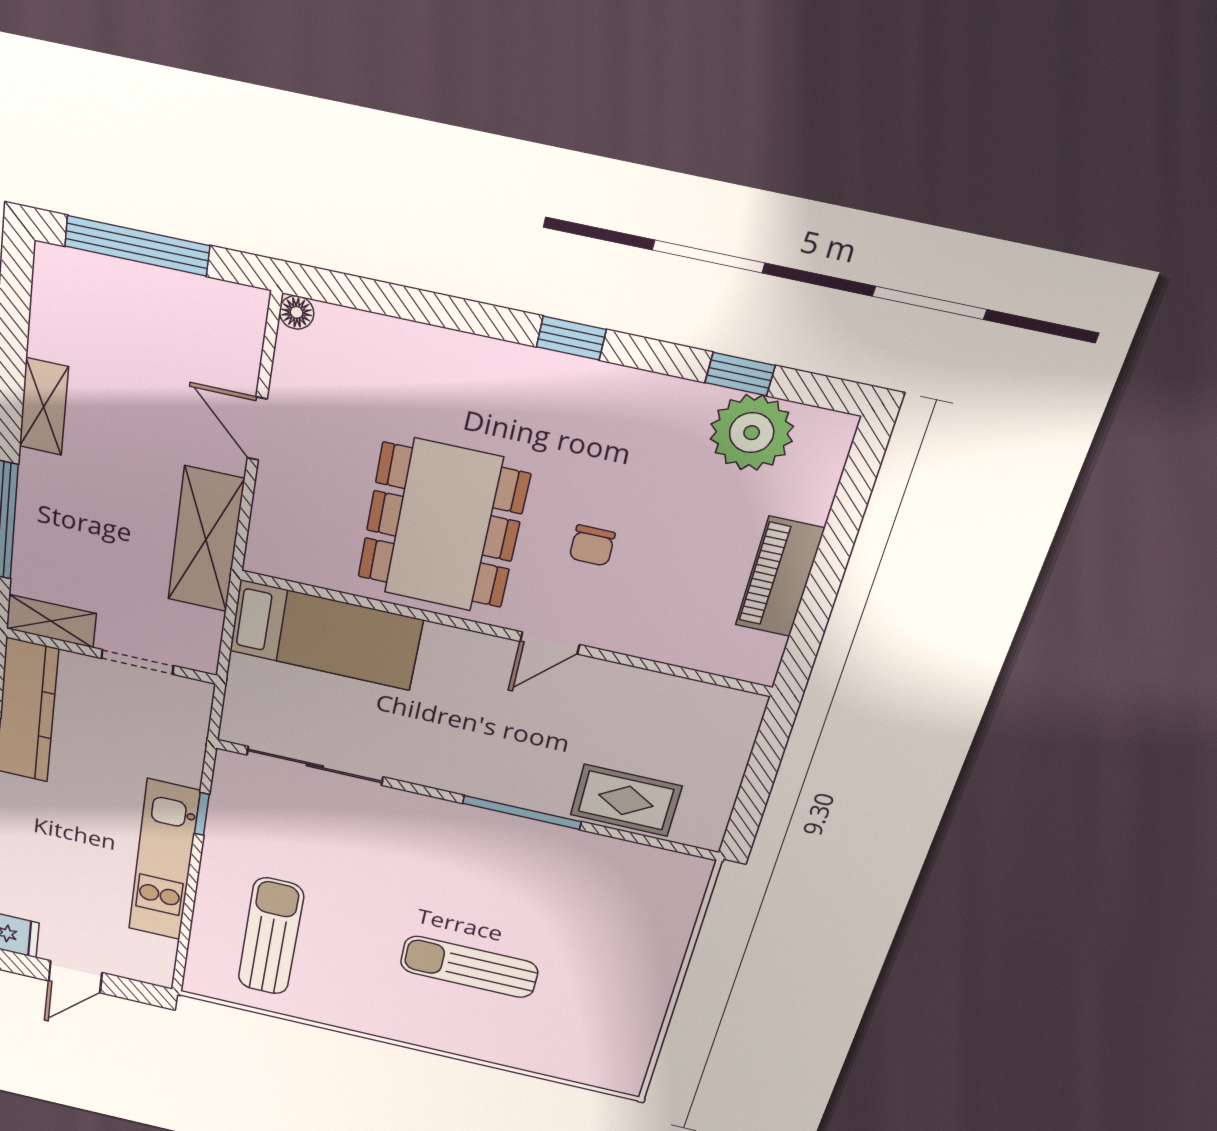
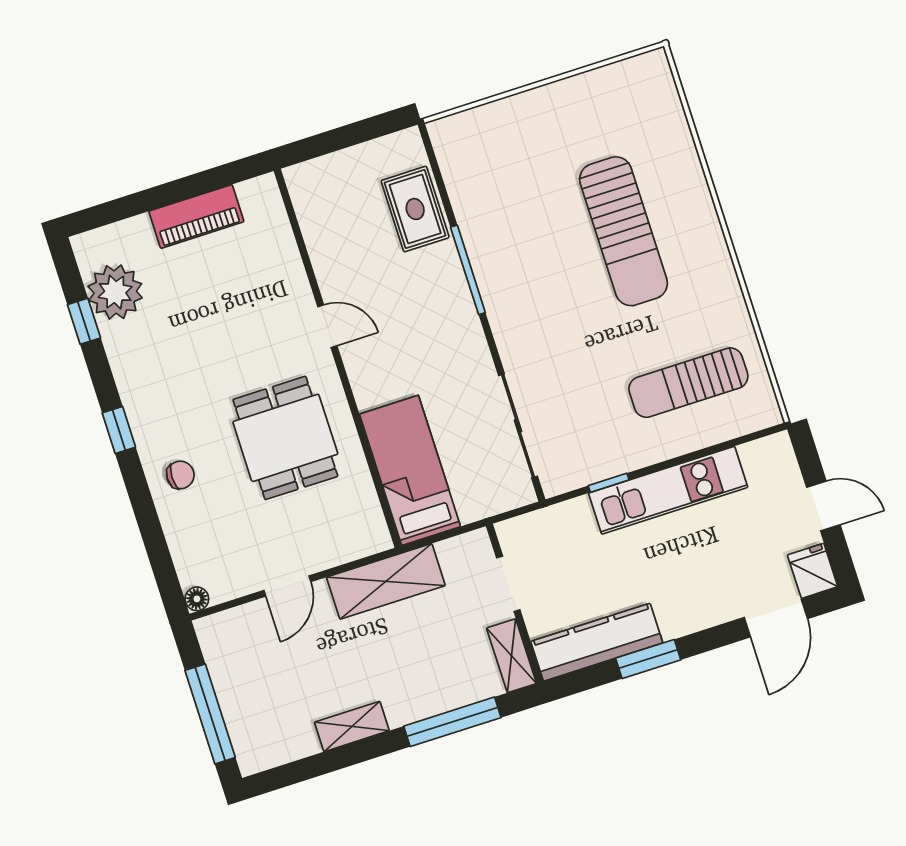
dining table: (443, 526) -> (285, 438), width x0.73
chair: (592, 546) -> (180, 475), moved
sun lounger: (469, 967) -> (623, 231), width x1.36, depth x1.34

